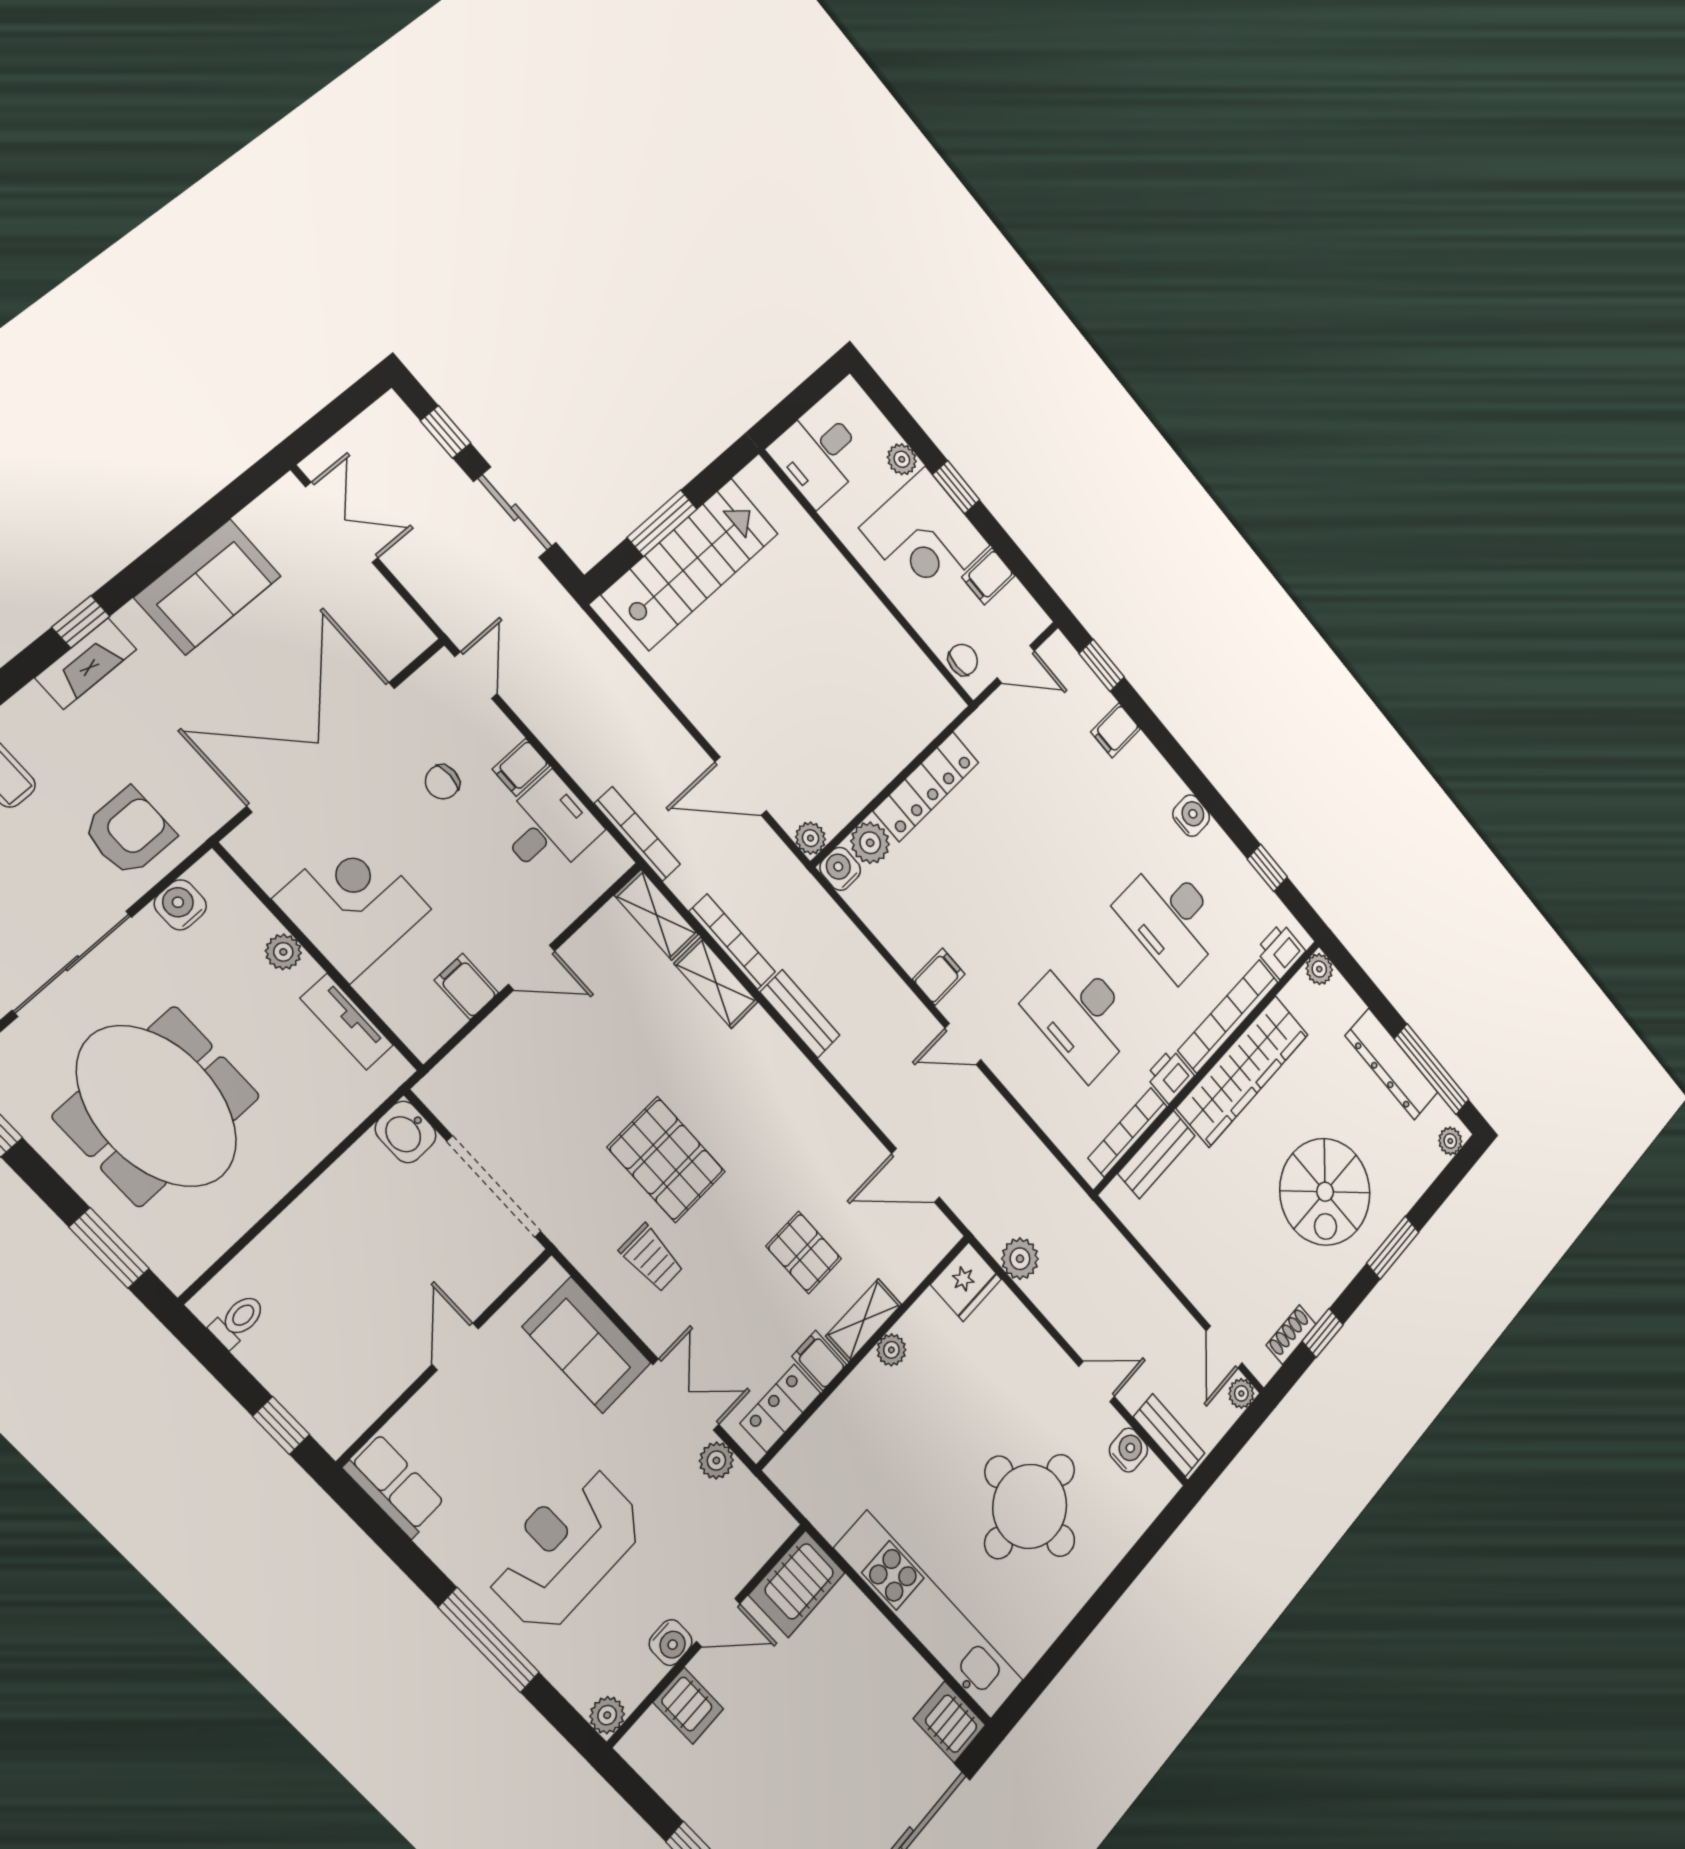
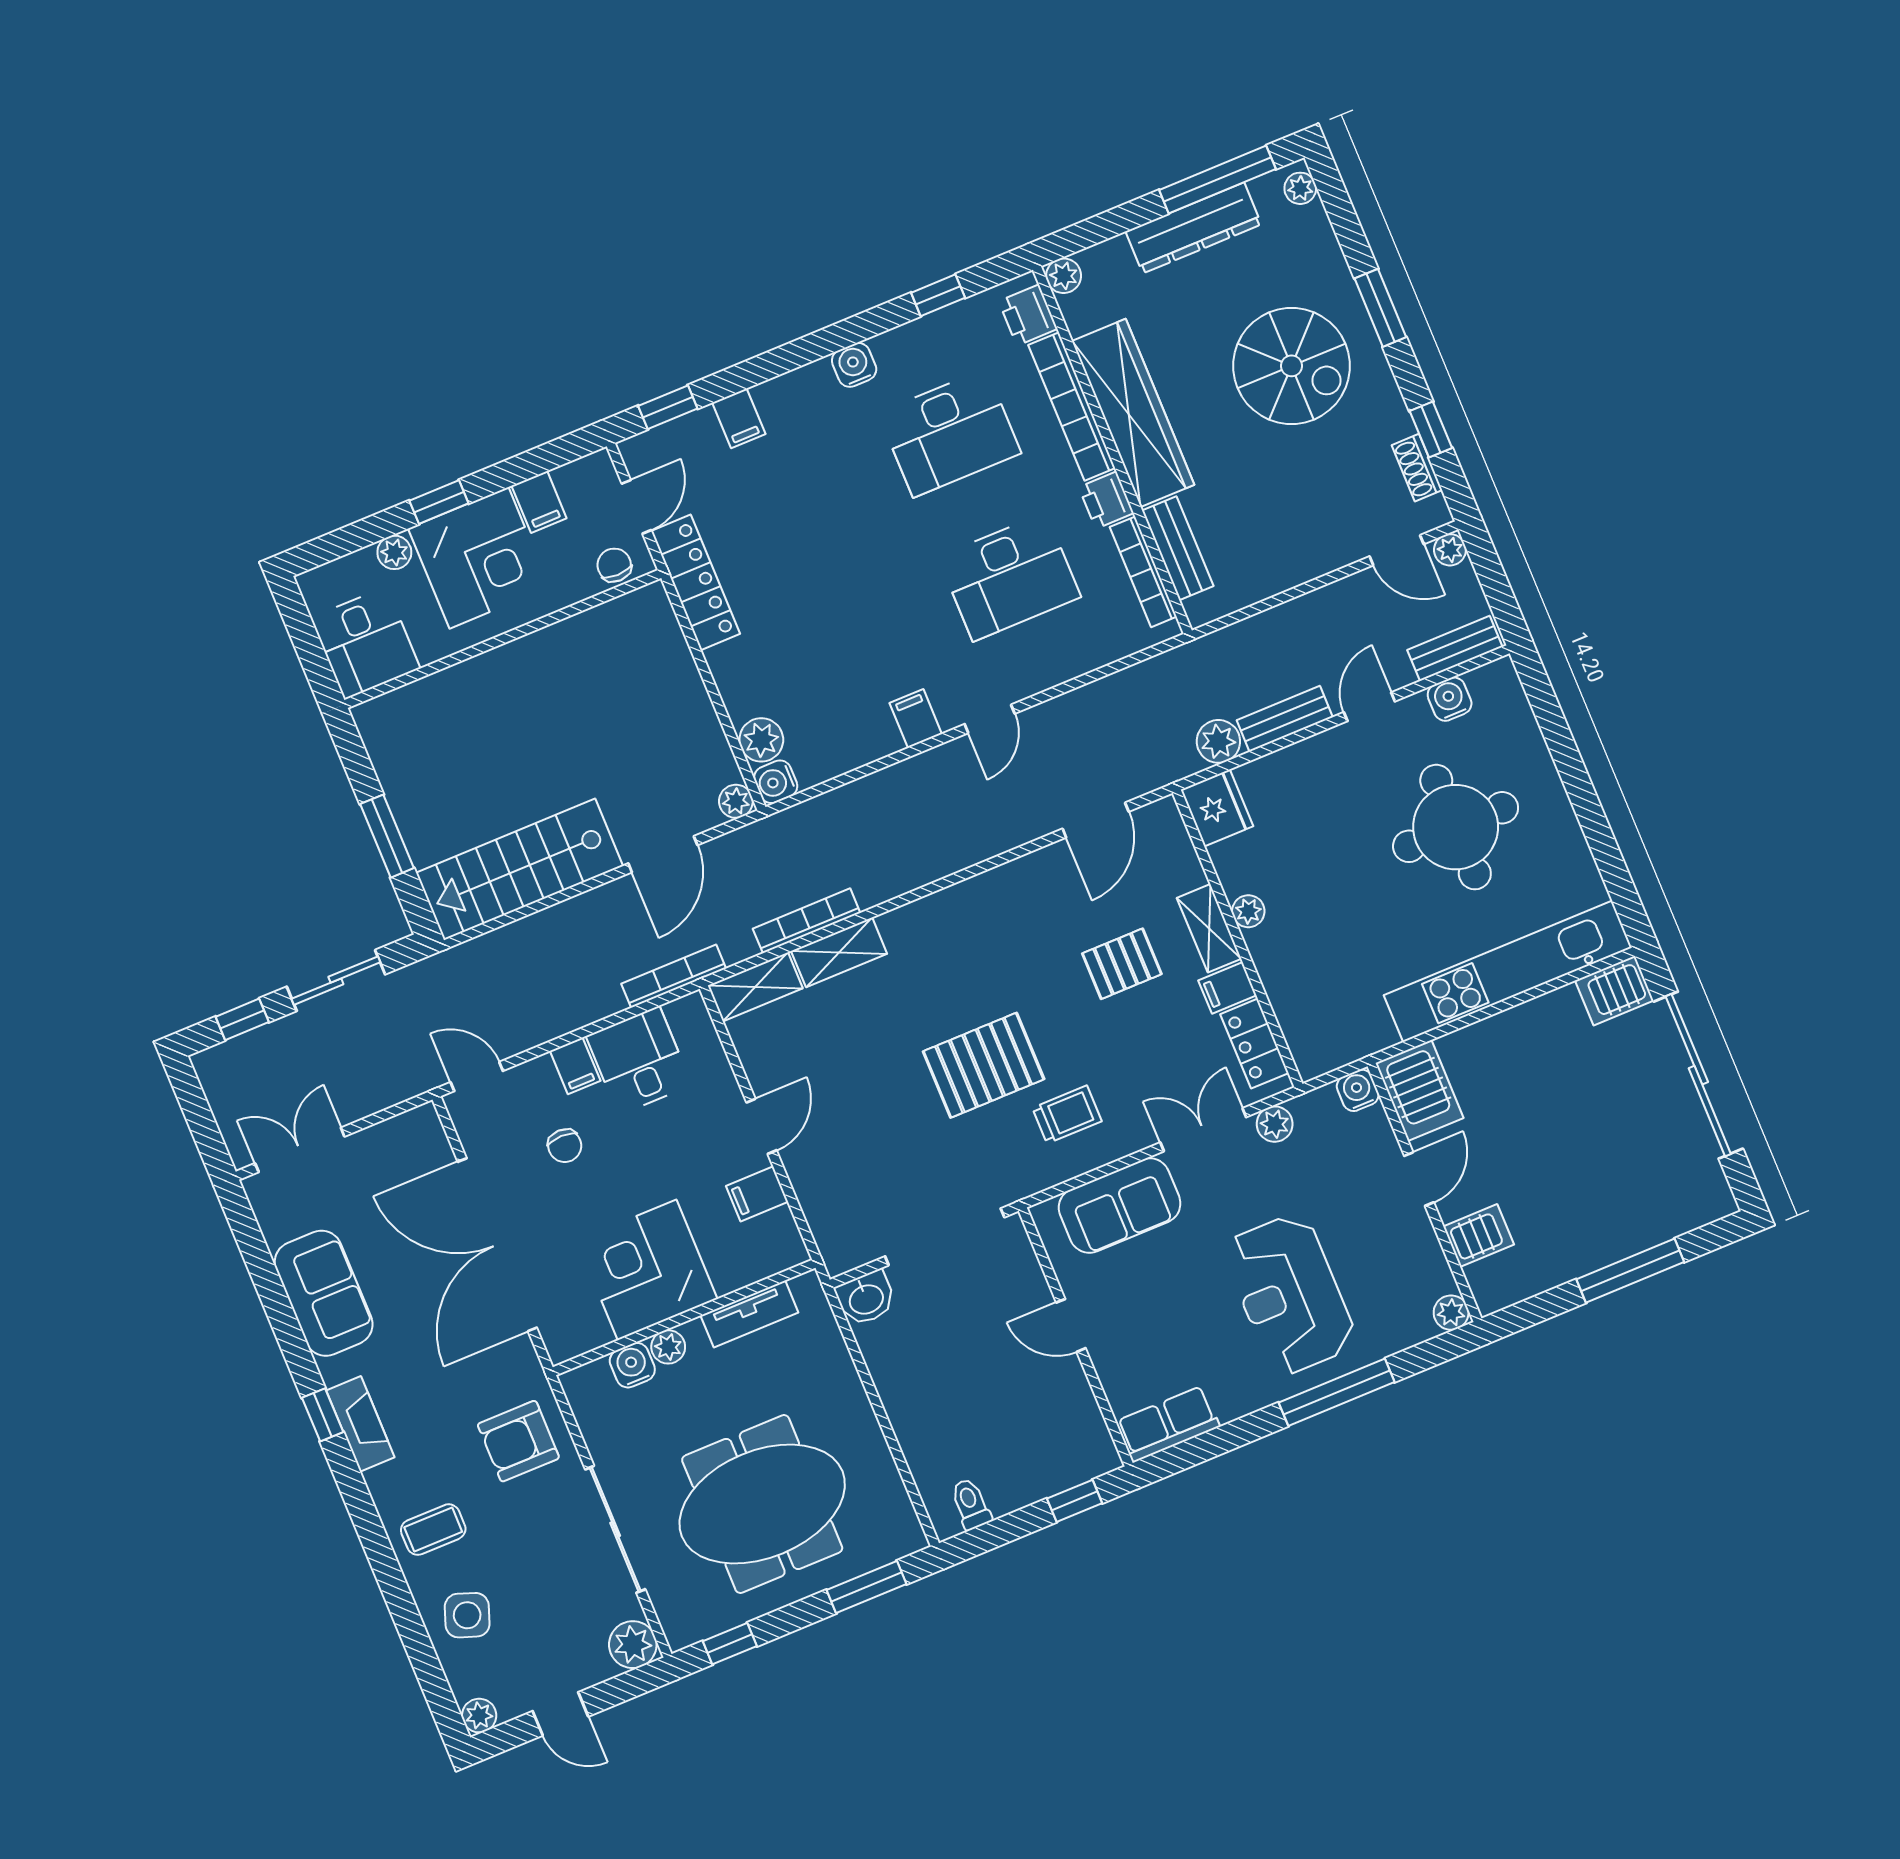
stairs: (691, 564) -> (520, 869), moved, turned -90
locker: (926, 787) -> (696, 582), moved
armchair: (129, 832) -> (518, 1441), turned -90
water cooler: (180, 905) -> (632, 1365), moved, turned 90
bench: (800, 1014) -> (1285, 719), moved
water cooler: (671, 1643) -> (1358, 1090), moved, turned -90

